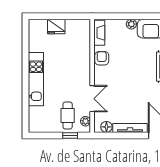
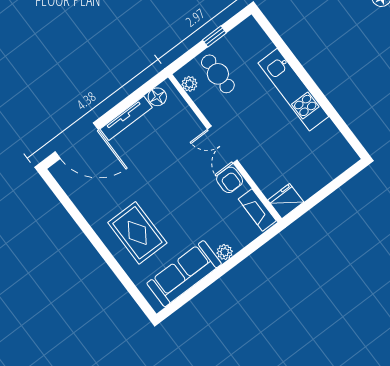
fridge: (56, 27) -> (286, 201), moved
double door: (92, 99) -> (222, 145), moved
window: (70, 135) -> (214, 36), moved

